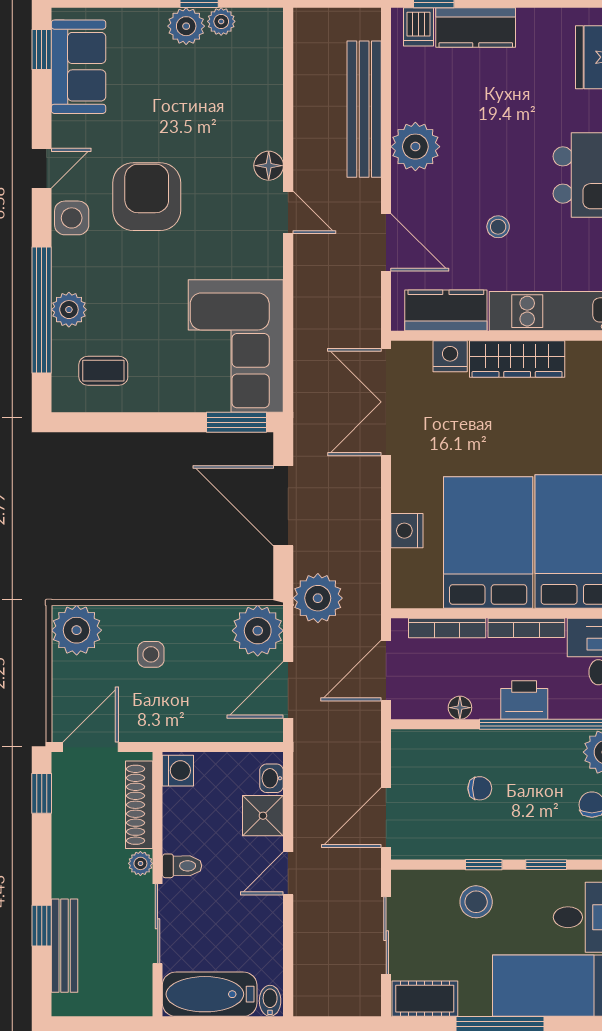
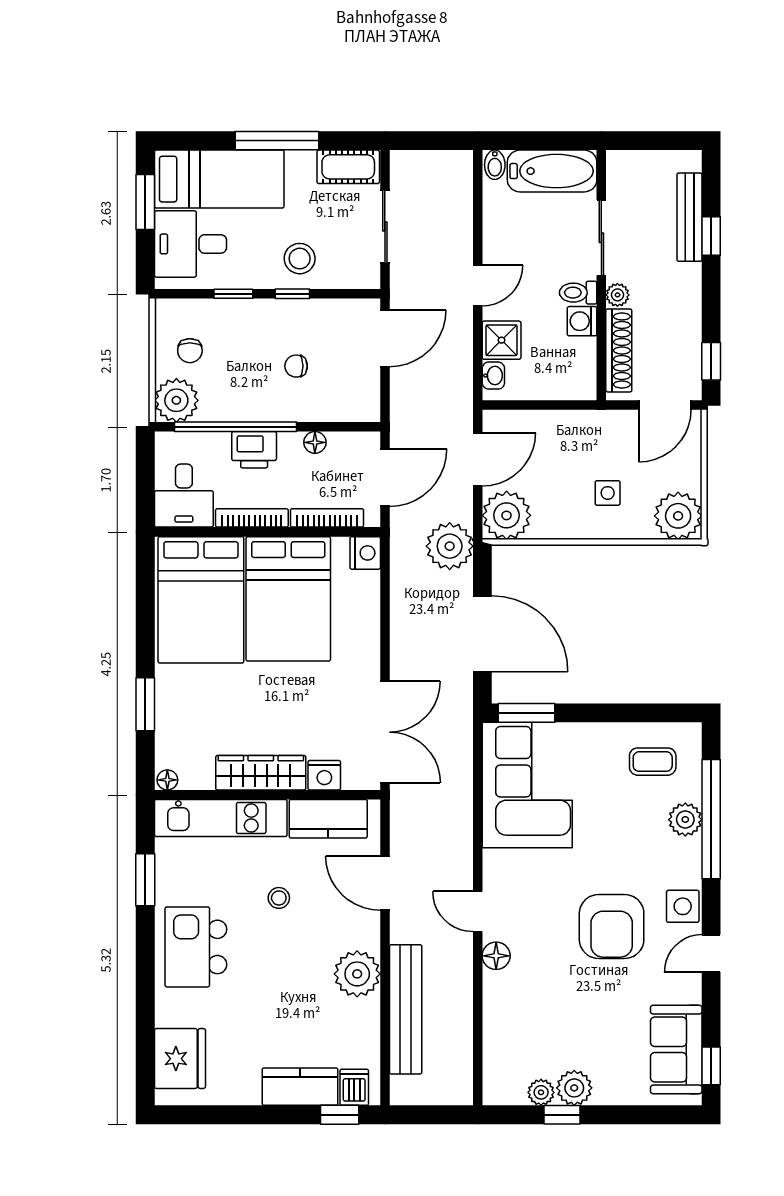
nightstand: (407, 531) -> (365, 553), moved
washing machine: (178, 771) -> (582, 321), moved

